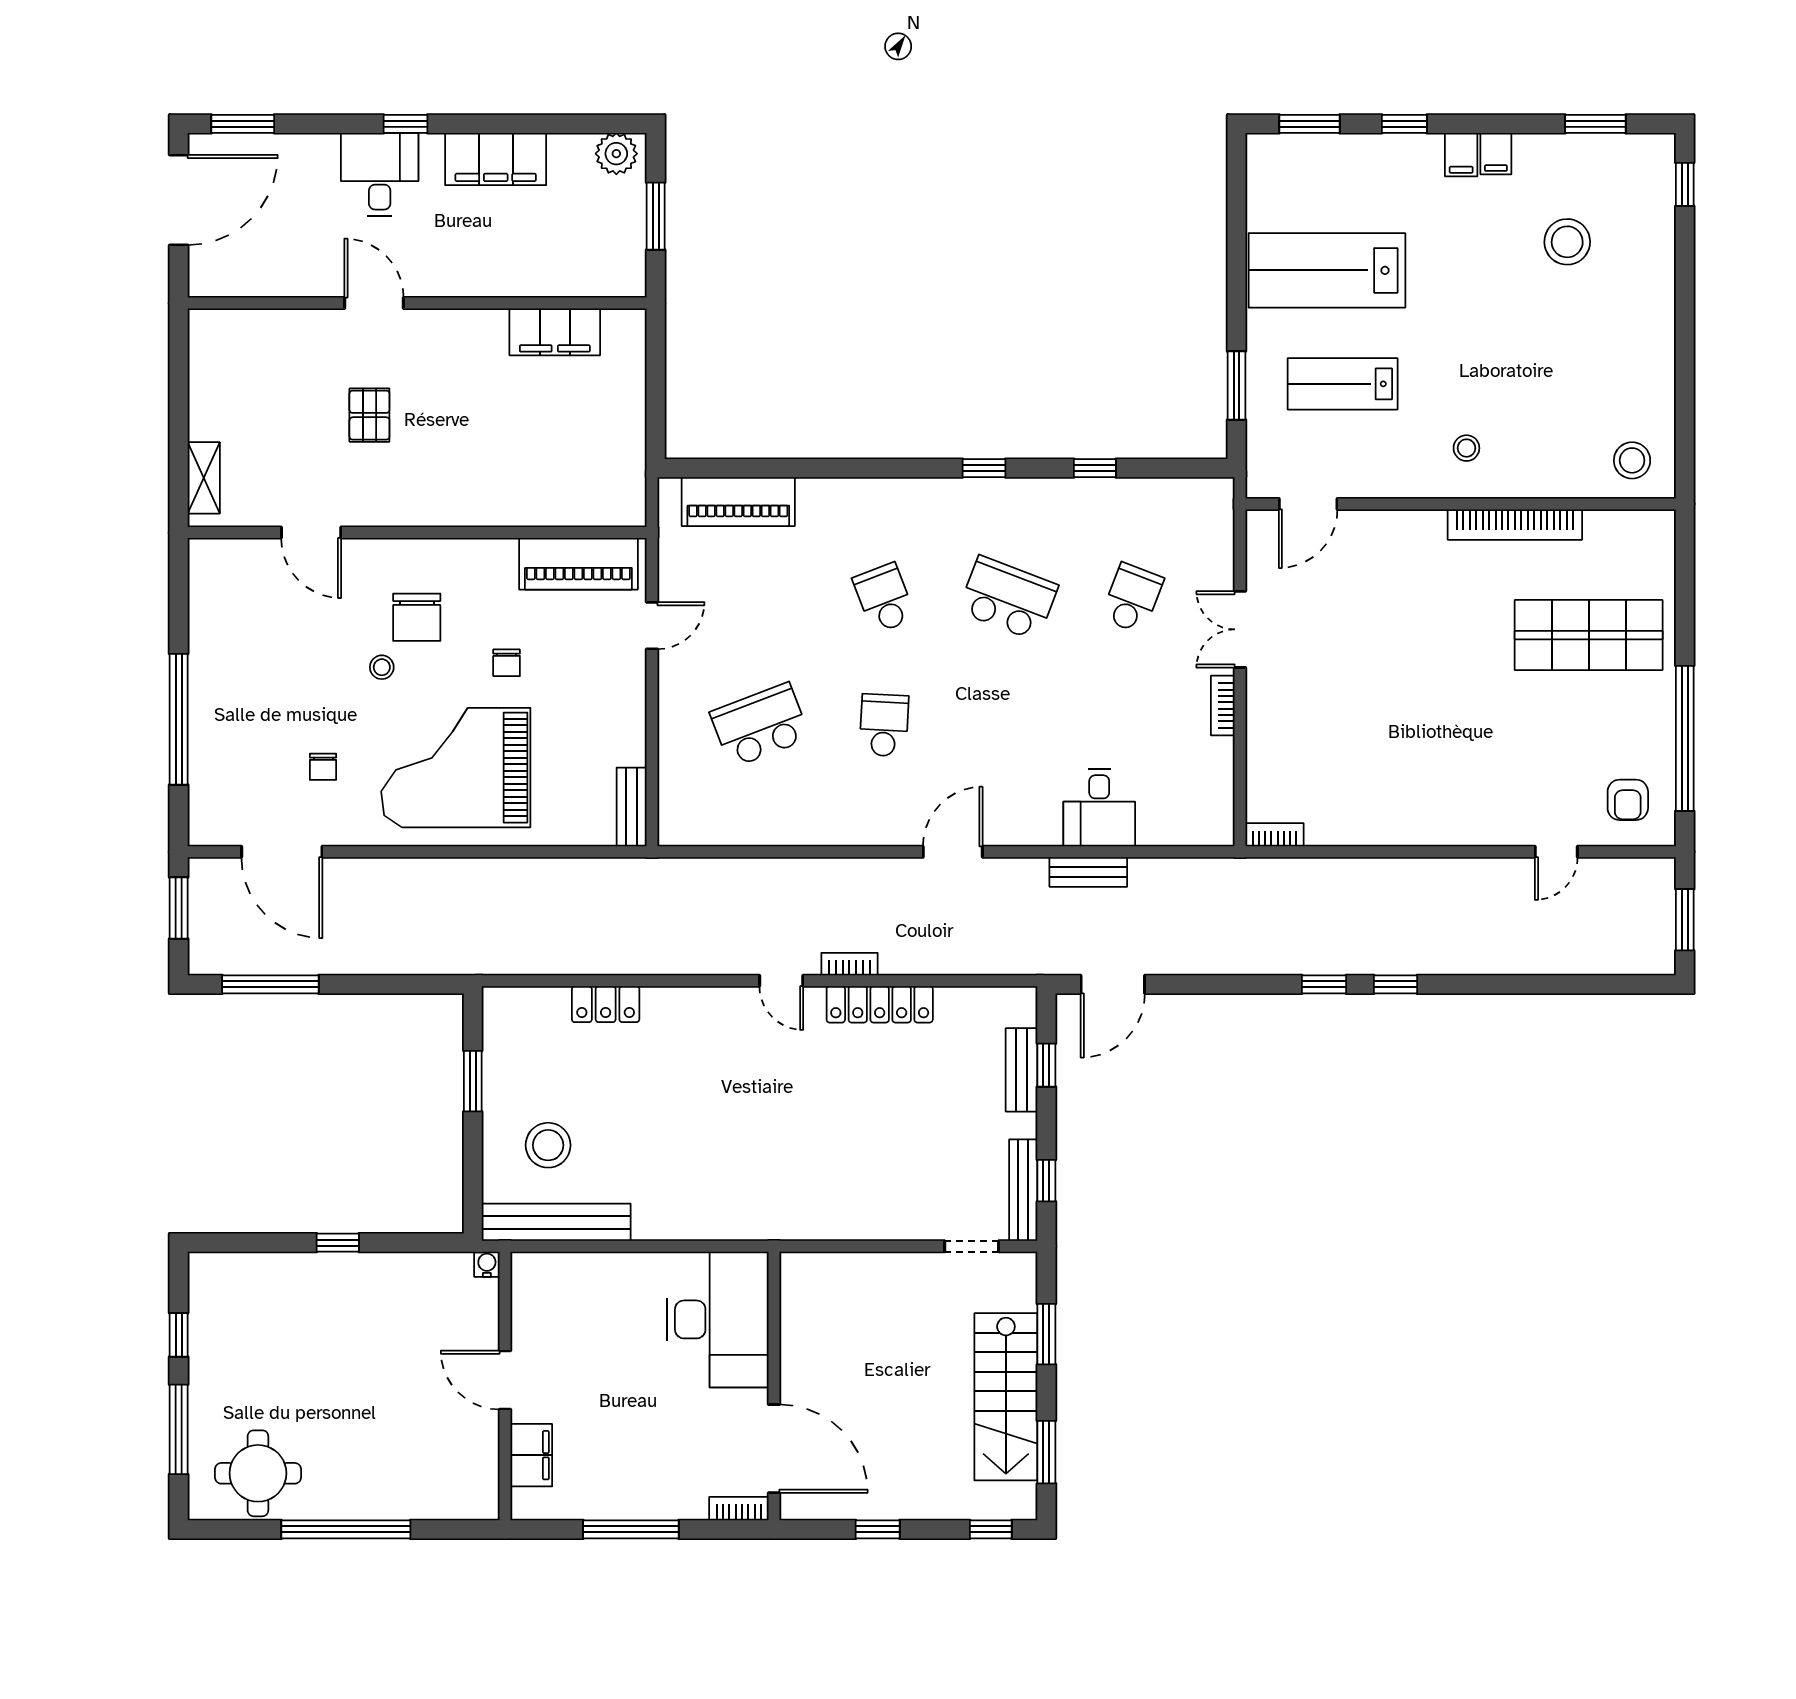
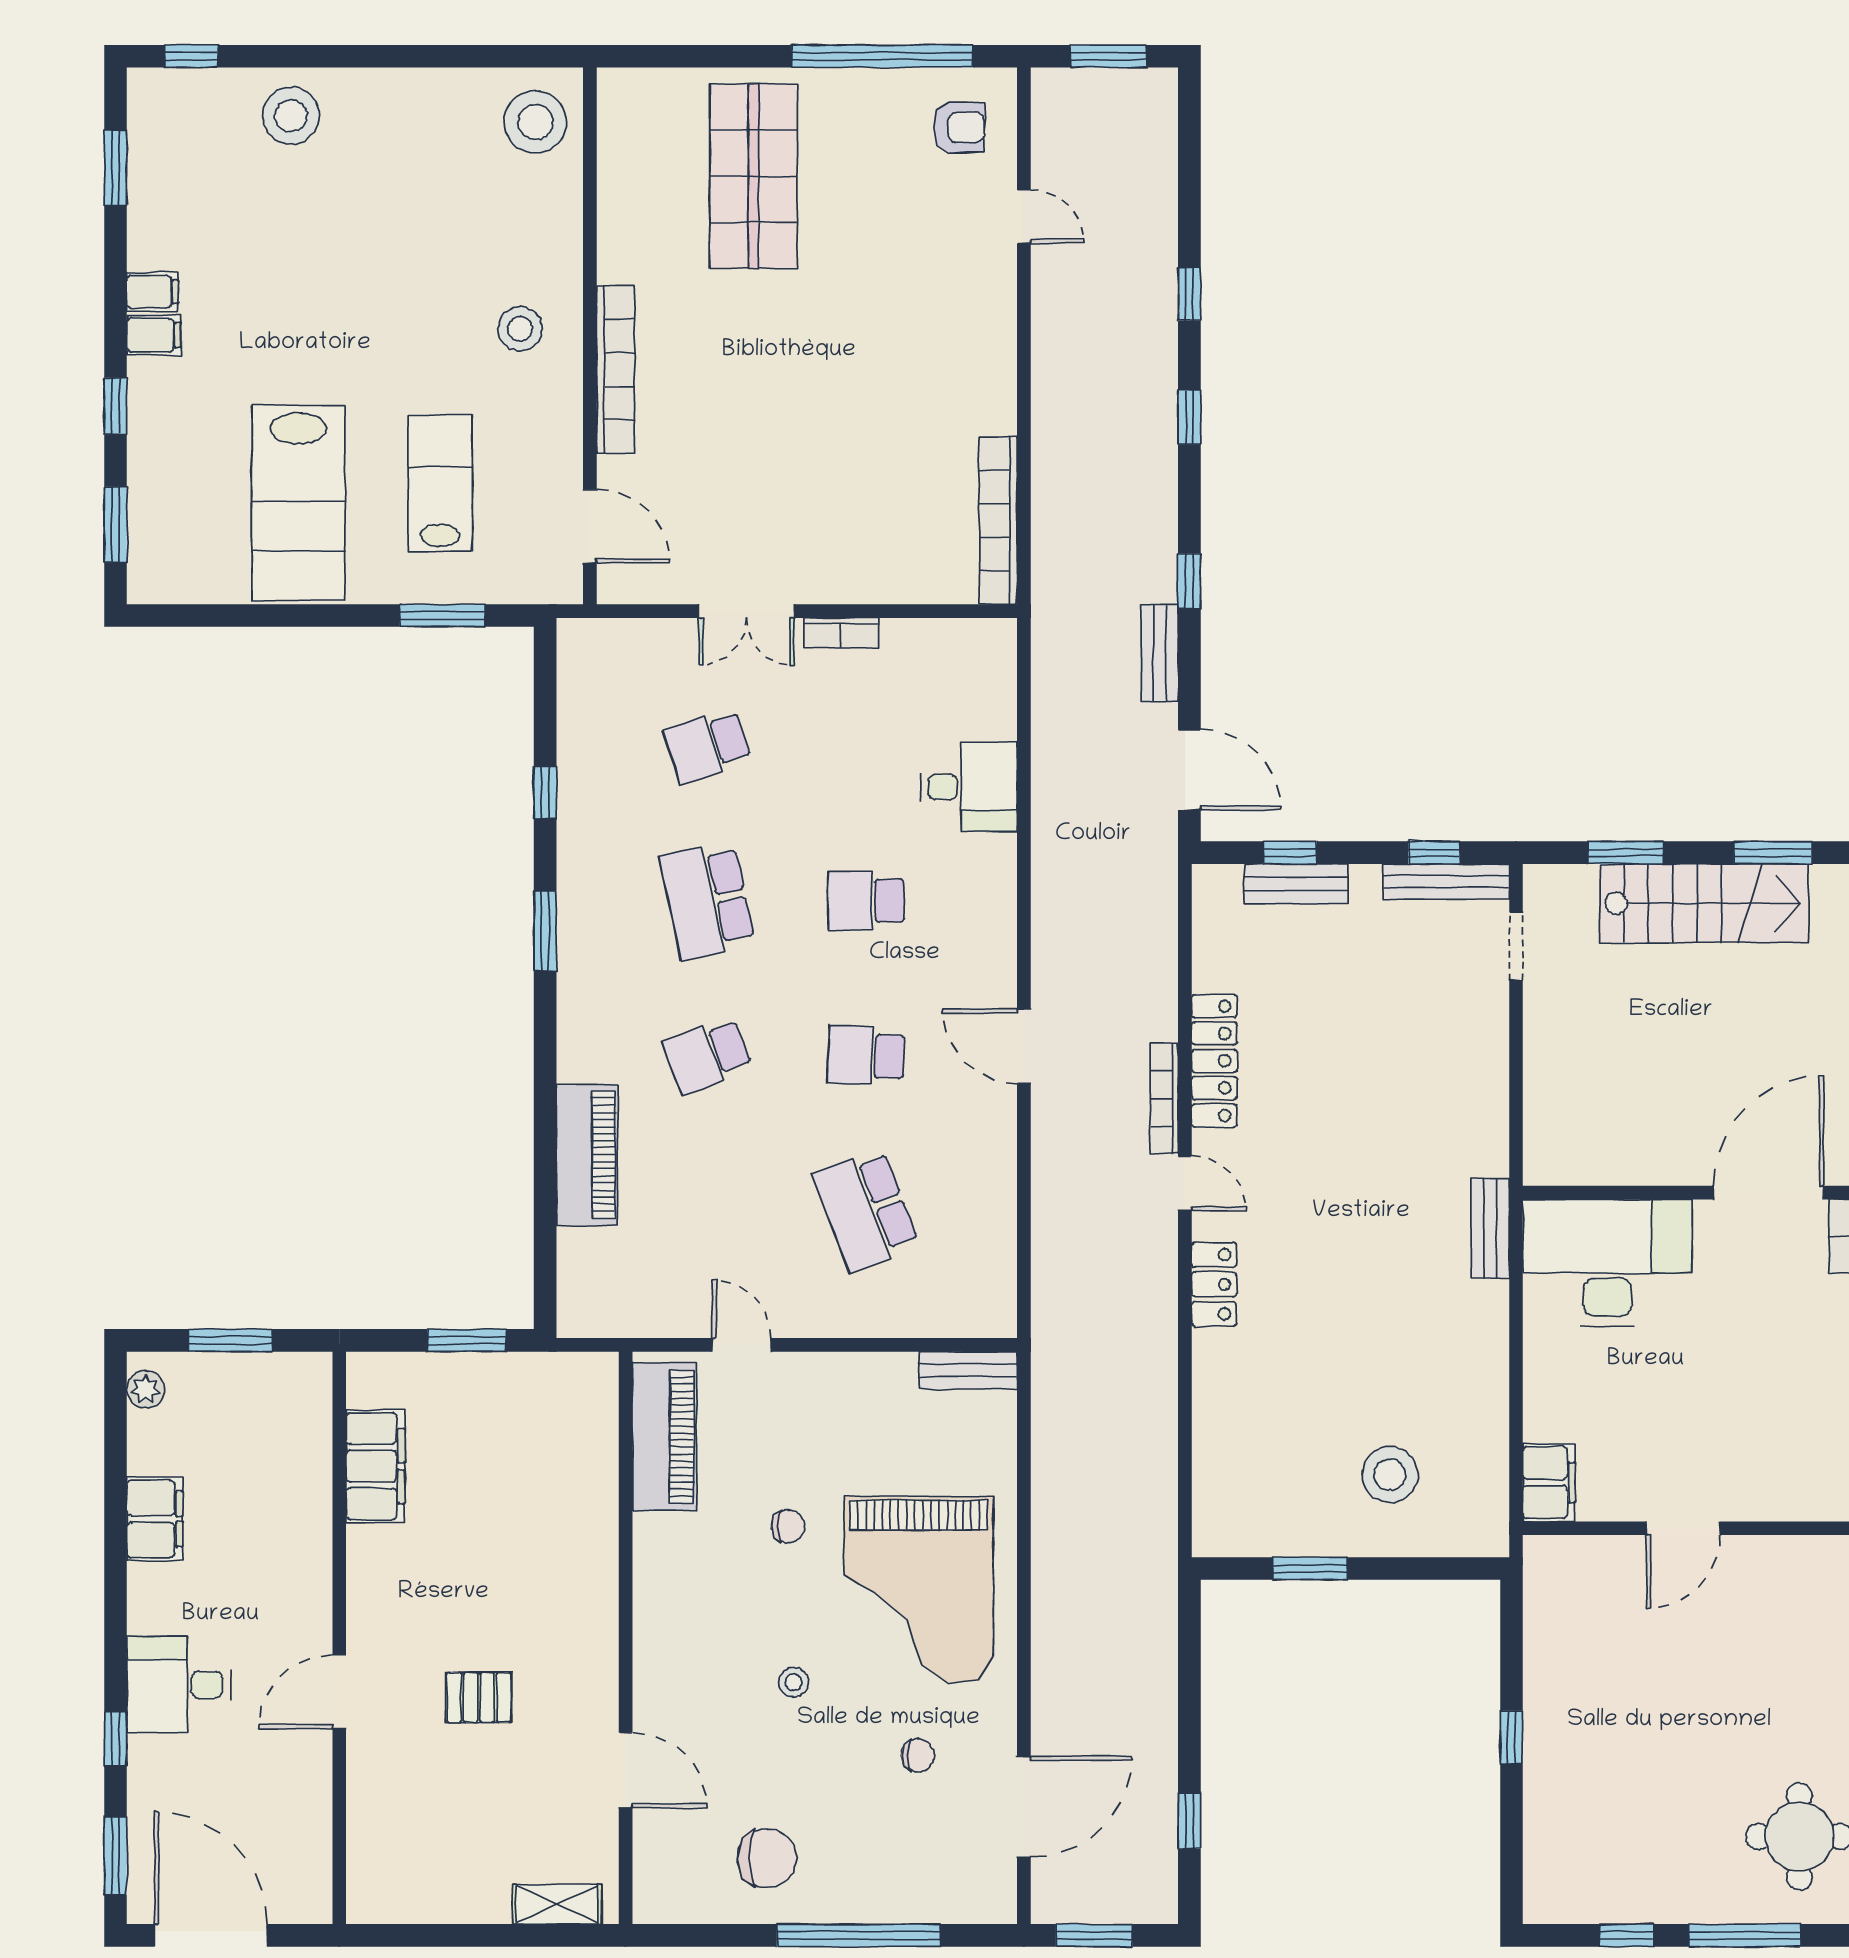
window: (405, 124) -> (116, 1739), moved
plant: (616, 154) -> (146, 1389), width x0.73, depth x0.73
filing cabinet: (496, 159) -> (155, 1519), width x0.67, depth x0.86
stool: (1567, 242) -> (291, 116), moved
lab bench: (1343, 384) -> (440, 483), turned 180
window: (656, 405) -> (467, 1340), added
stool: (1466, 448) -> (520, 329), width x1.37, depth x1.37
stool: (1632, 460) -> (535, 122), width x1.38, depth x1.38
window: (984, 468) -> (545, 931), width x1.50
piano: (738, 502) -> (587, 1155), moved
bookcase: (1515, 525) -> (616, 370), moved
door: (311, 533) -> (626, 1770), hinge flipped
school desk: (1008, 598) -> (707, 901), turned -33
school desk: (1132, 598) -> (707, 746), turned -39
chair: (417, 617) -> (767, 1858), moved
school desk: (1008, 725) -> (866, 901), added
bookcase: (1275, 835) -> (998, 520), width x2.31, depth x1.31
door: (953, 852) -> (1024, 1046), moved
bench: (1088, 872) -> (1160, 653), moved
bookcase: (849, 964) -> (1164, 1098), width x1.56
door: (781, 981) -> (1185, 1183), hinge flipped
window: (270, 984) -> (1189, 1821), width x0.46
window: (1324, 984) -> (1189, 581), moved
window: (1494, 984) -> (1189, 294), added
locker: (606, 1004) -> (1214, 1284), moved
bench: (556, 1222) -> (1490, 1228), moved, width x0.54, depth x0.82
water cooler: (487, 1264) -> (1539, 1551), removed
filing cabinet: (531, 1455) -> (1549, 1483), moved, turned 90

